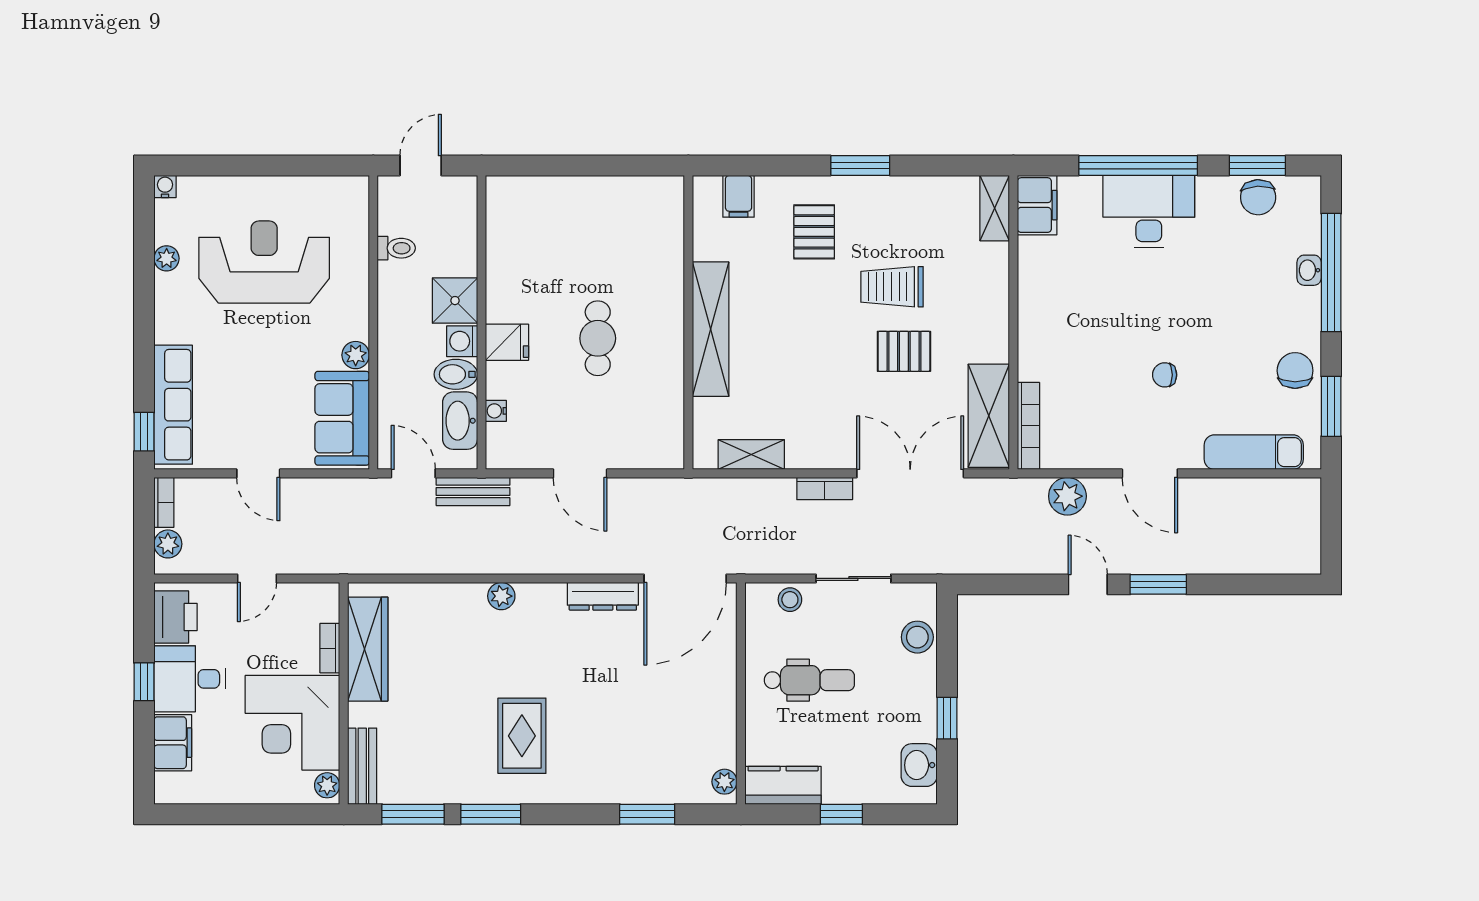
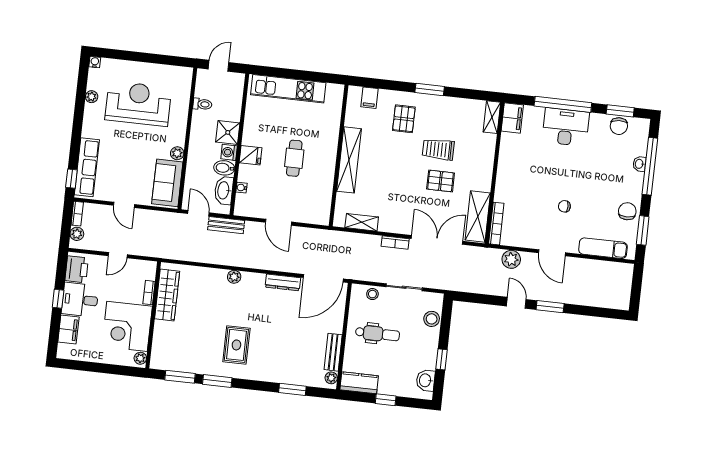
kitchen unit: (569, 197) -> (288, 89), added
bench: (362, 766) -> (333, 352), moved

